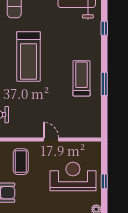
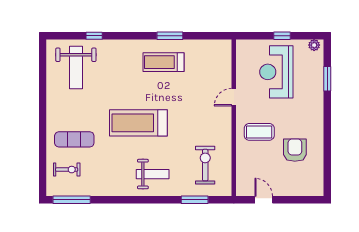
window: (104, 28) -> (94, 36), moved
treadmill: (29, 56) -> (138, 123), turned 180

